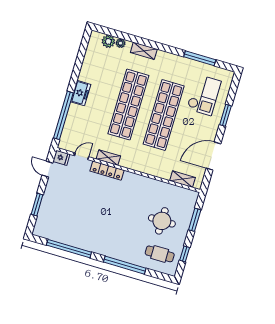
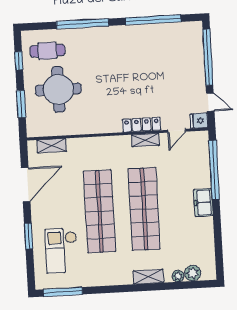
window: (200, 58) -> (63, 292), moved
window: (37, 205) -> (208, 57), width x2.11
round table: (162, 221) -> (58, 89), width x1.36, depth x1.36

